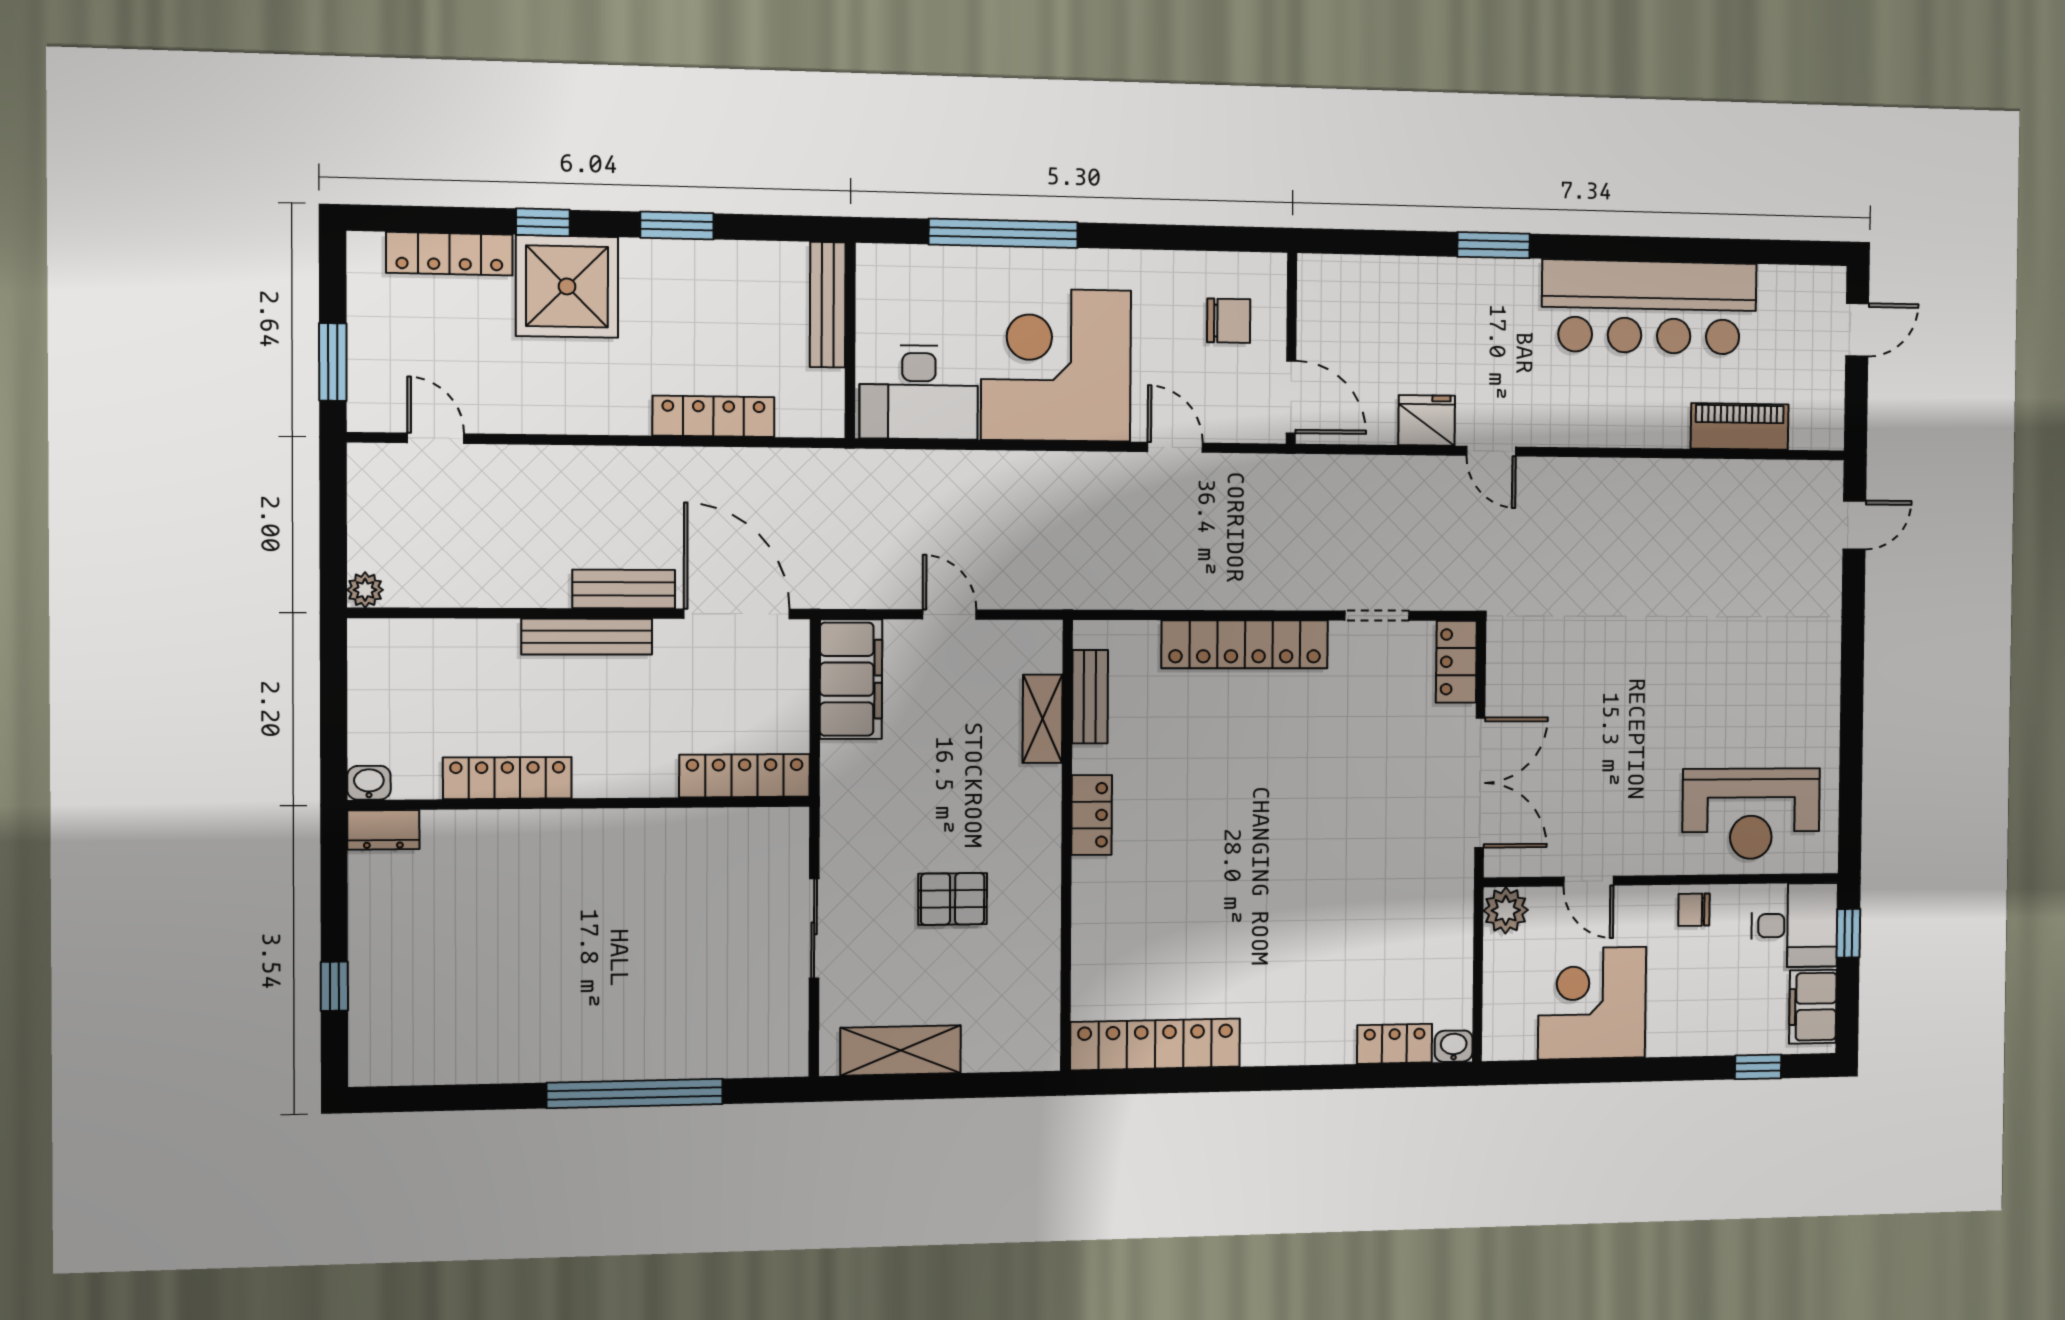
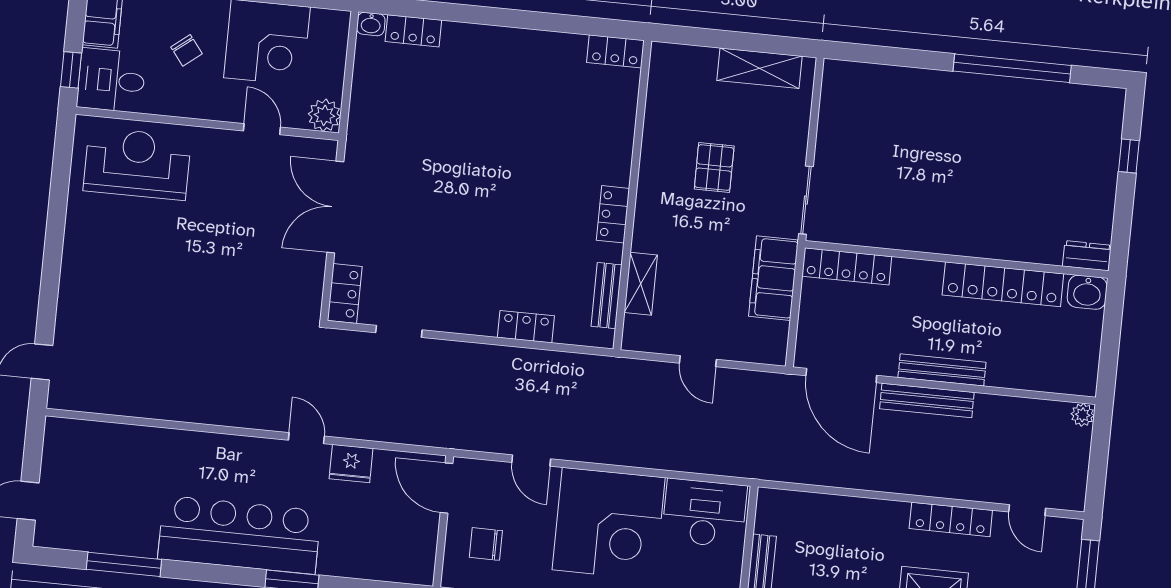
window: (1723, 251) -> (124, 564), added
bar counter: (1649, 307) -> (239, 535), moved
locker: (713, 416) -> (951, 519), moved
piano: (1740, 426) -> (122, 440), removed
bench: (624, 589) -> (927, 400), width x1.36
locker: (1245, 644) -> (526, 327), width x0.46, depth x0.83
filing cabinet: (851, 679) -> (774, 278), moved
locker: (507, 778) -> (1003, 284), width x1.41, depth x1.21
washbasin: (369, 783) -> (1087, 292), width x1.38, depth x1.45
pallet: (953, 899) -> (714, 167), turned 90
chair: (1694, 910) -> (187, 50), moved, turned 52
sliding door: (814, 928) -> (806, 200), moved
locker: (1155, 1044) -> (615, 51), width x0.46, depth x0.83
window: (635, 1093) -> (1012, 68), moved

